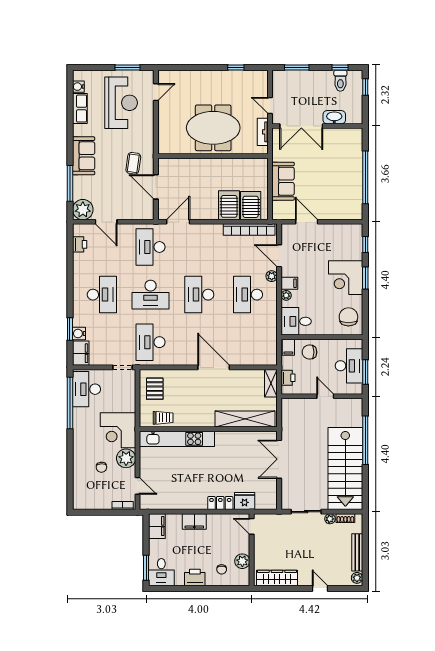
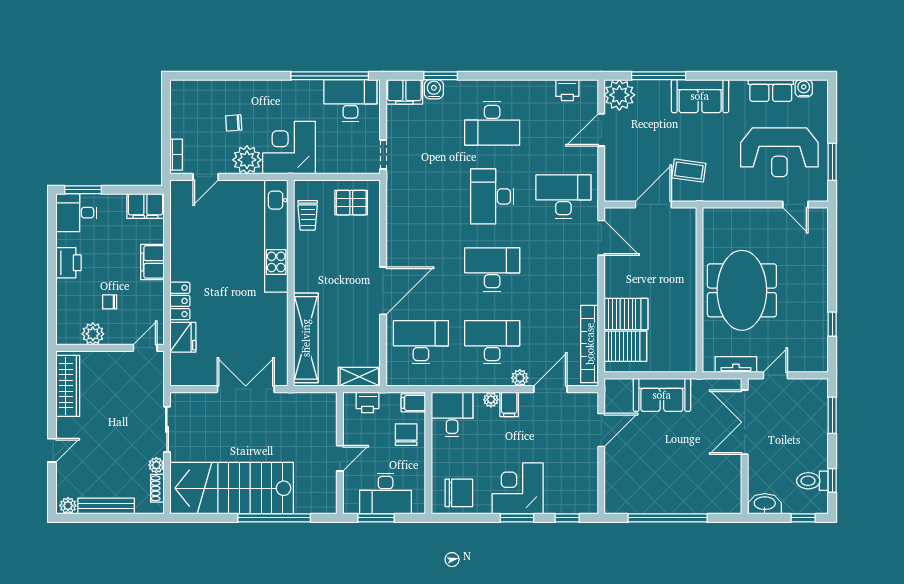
washbasin: (334, 117) -> (765, 504), moved, turned -90
desk: (151, 342) -> (421, 342), moved
chair: (222, 569) -> (110, 302), moved

